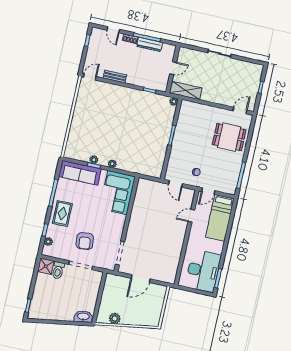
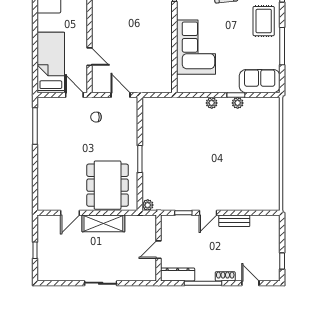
dresser: (150, 44) -> (178, 274), moved
door: (90, 77) -> (208, 213), moved
shelving: (186, 90) -> (103, 223), moved
door: (240, 111) -> (70, 213), moved
dining table: (229, 137) -> (108, 185), moved, width x1.38
sofa: (80, 173) -> (260, 81), width x0.73
door: (208, 191) -> (74, 95), hinge flipped
corner sofa: (117, 193) -> (196, 47), moved
door: (191, 216) -> (90, 57), hinge flipped

